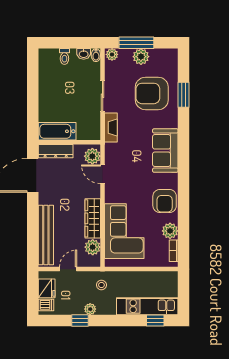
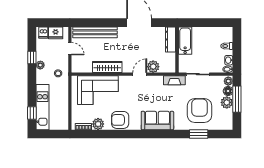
floor lamp: (125, 55) -> (228, 91), added
bathtub: (57, 131) -> (185, 41), moved
wall: (69, 142) -> (177, 50), moved
dresser: (56, 151) -> (171, 40), moved
plant: (93, 247) -> (86, 67), removed

